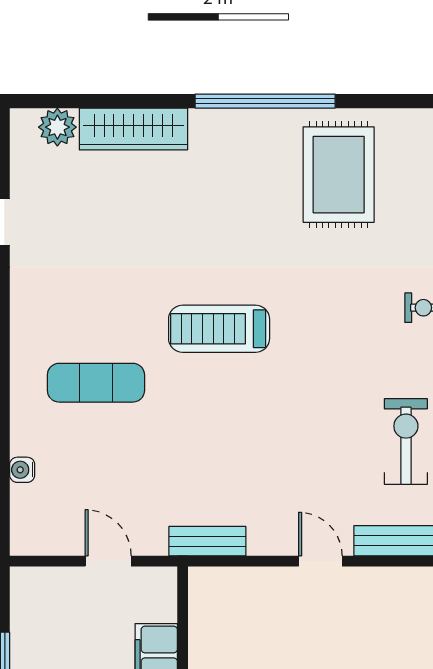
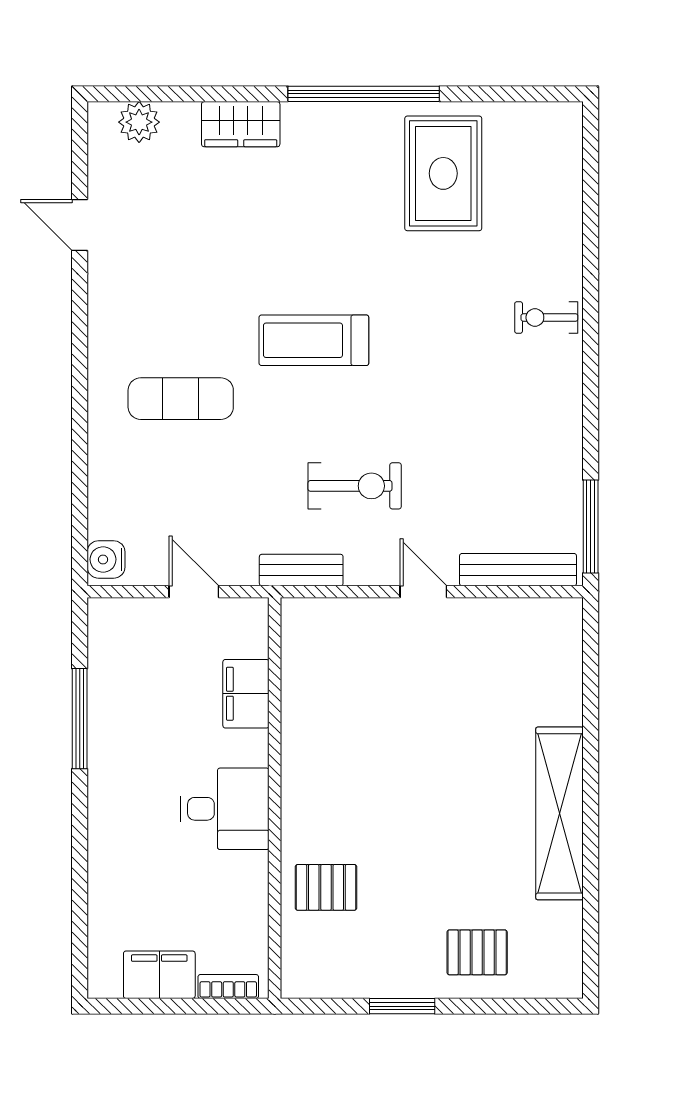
wardrobe: (133, 129) -> (241, 124), width x0.67
exercise bike: (406, 442) -> (355, 486), moved, turned 90
water cooler: (22, 470) -> (106, 559), moved, width x1.38, depth x1.38

